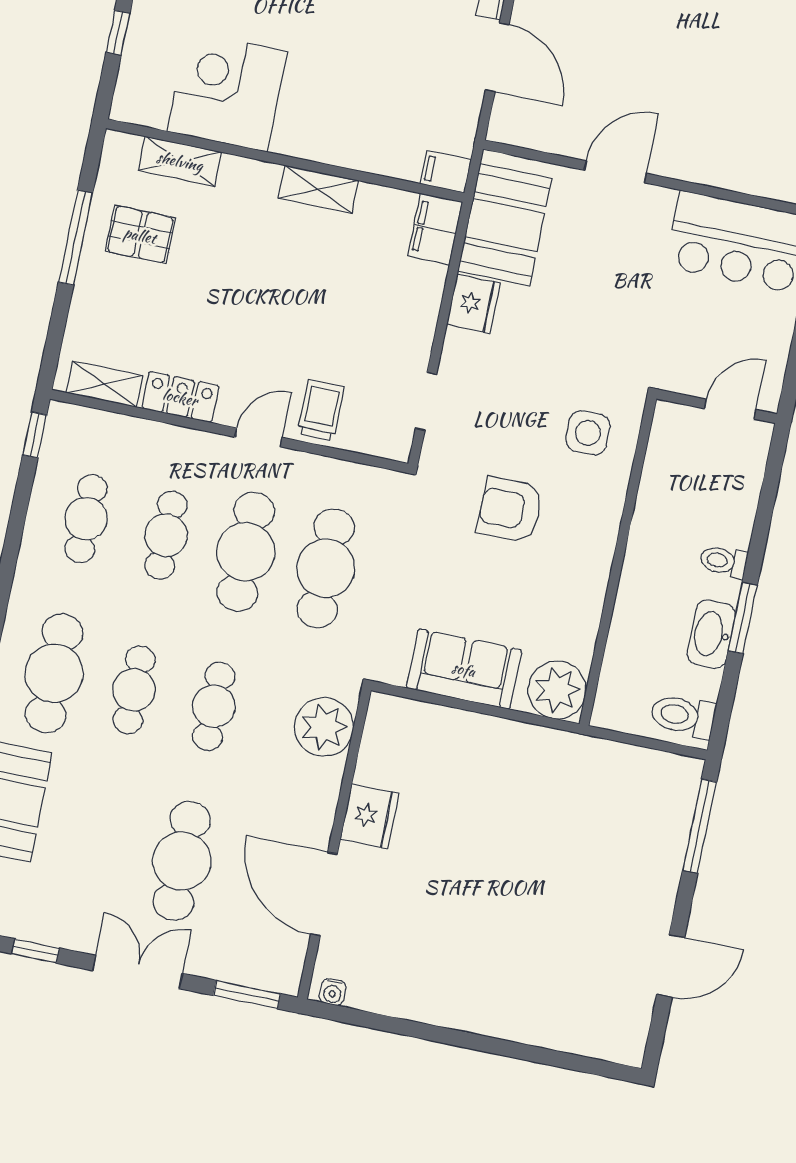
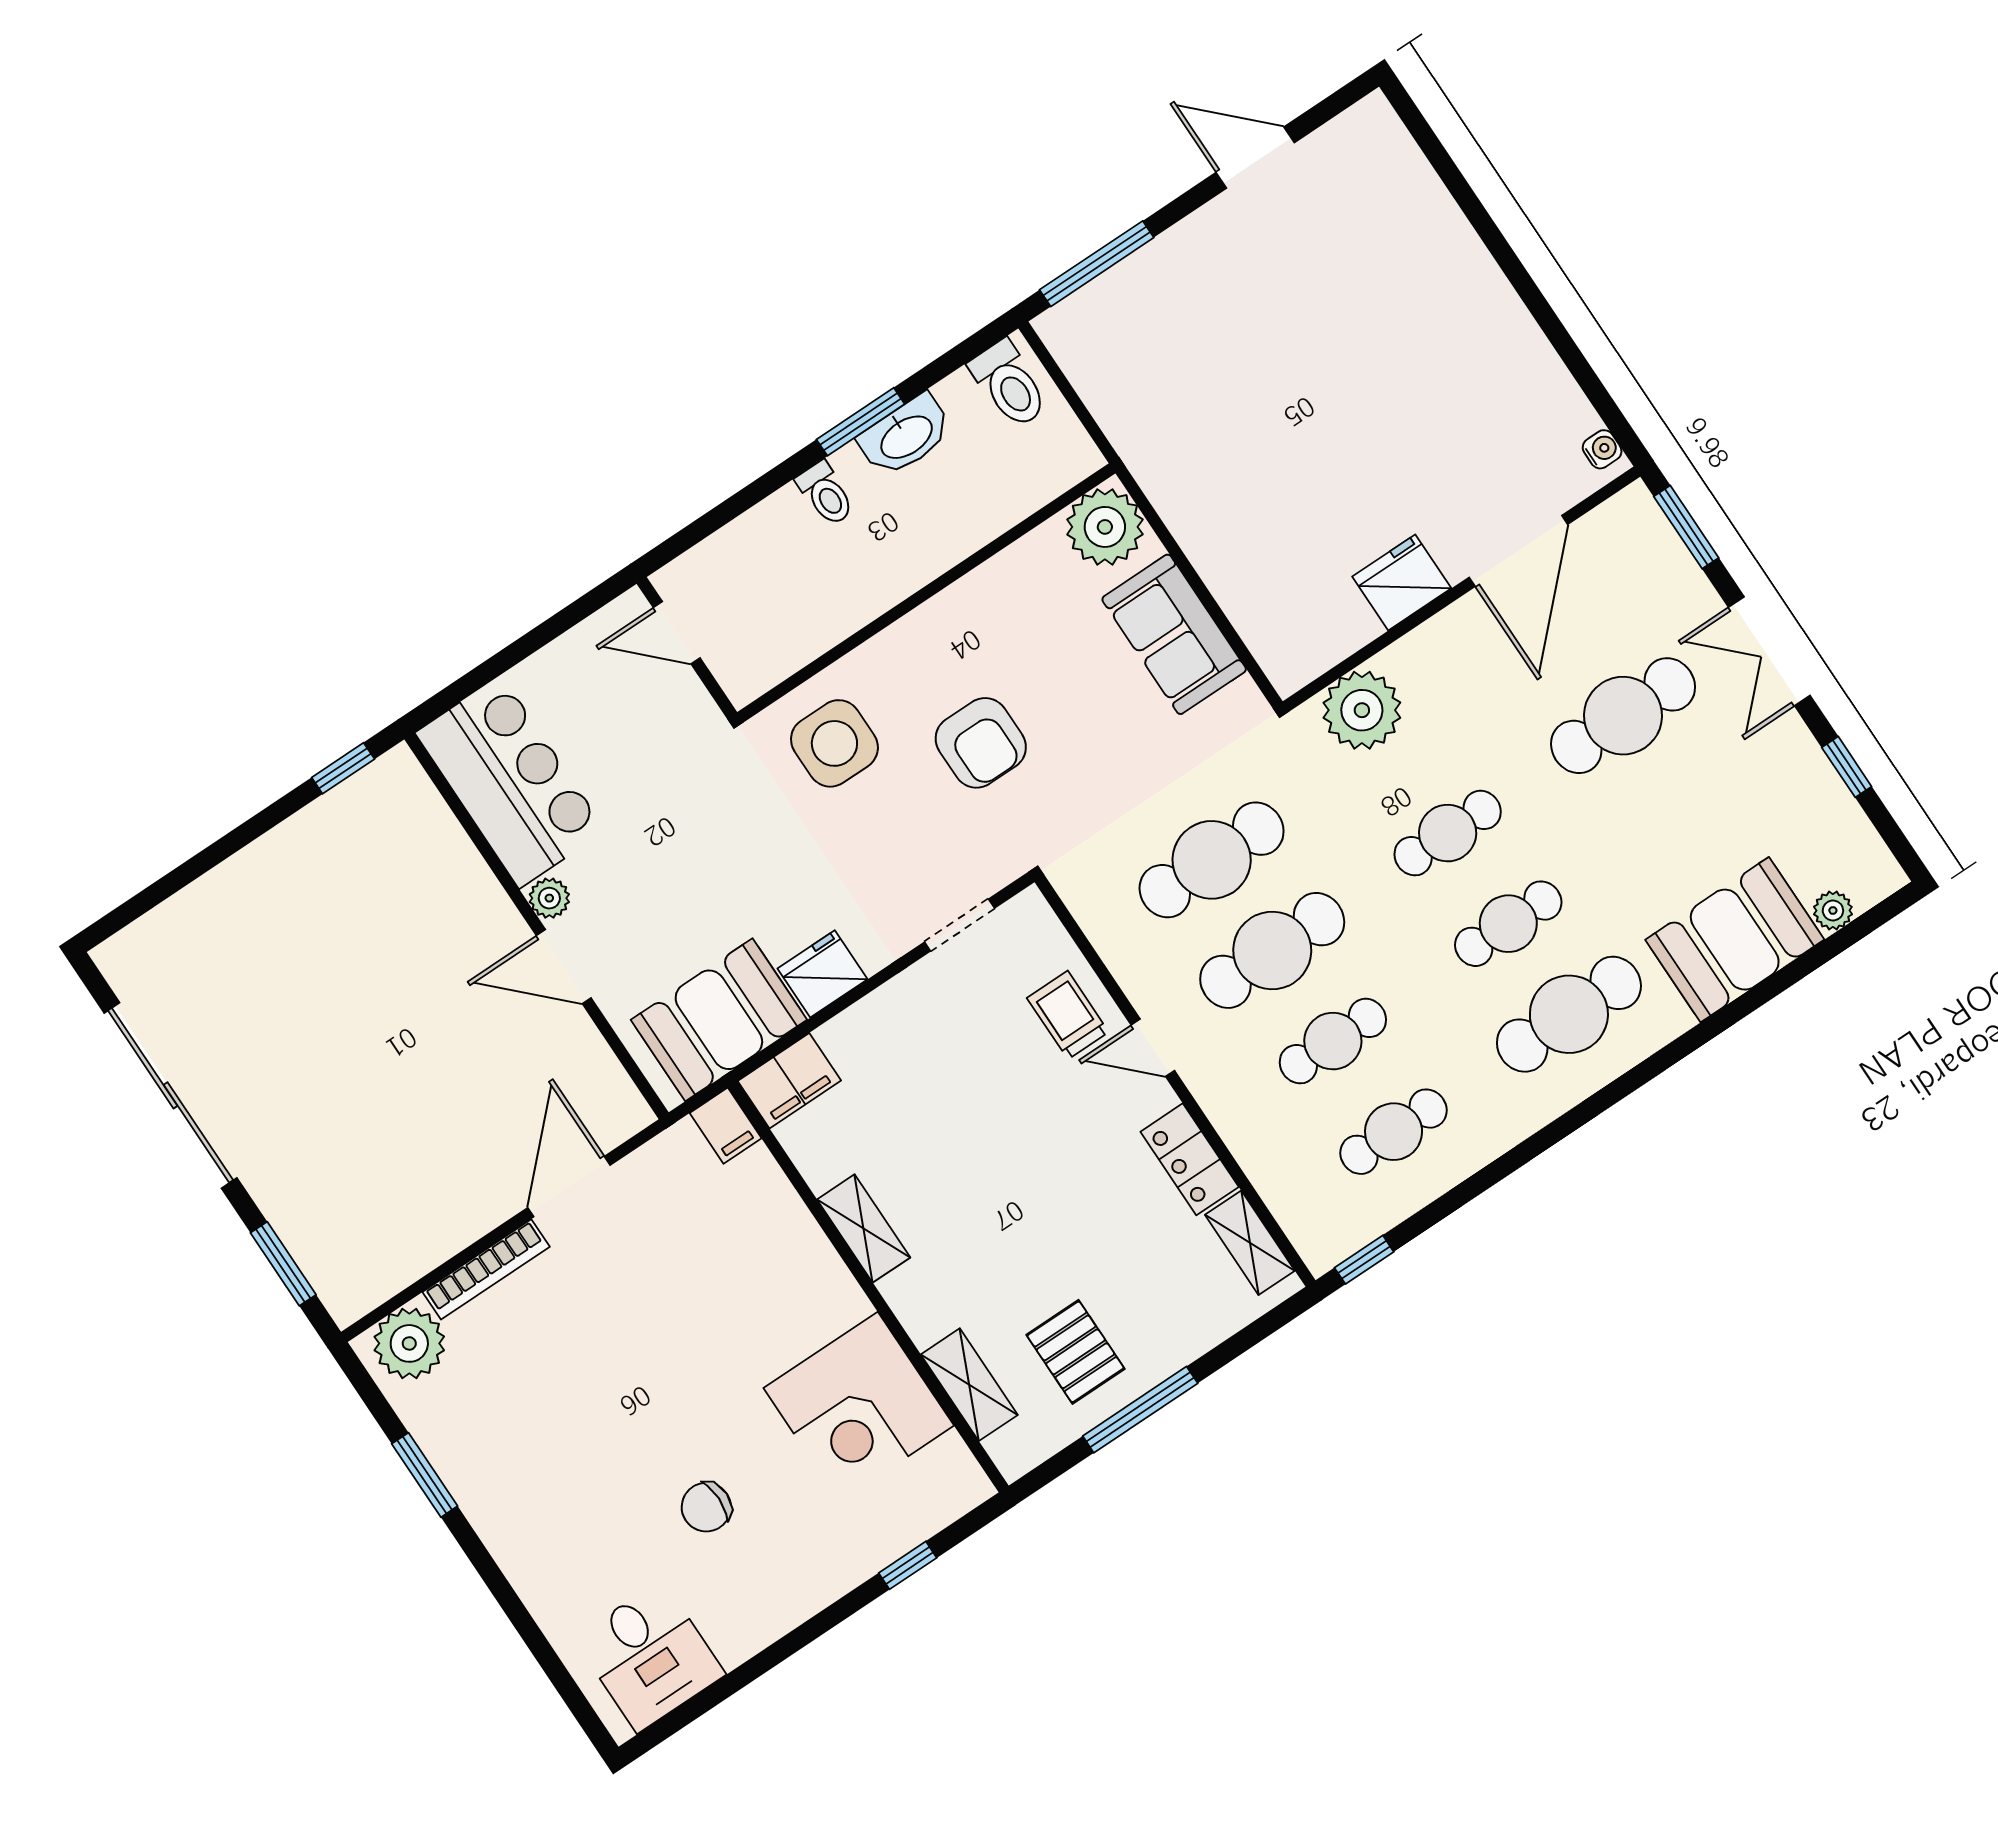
plant: (659, 201) -> (549, 898), added
trolley: (321, 410) -> (1068, 1015), turned 90
side table: (588, 433) -> (834, 743), width x1.37, depth x1.37

